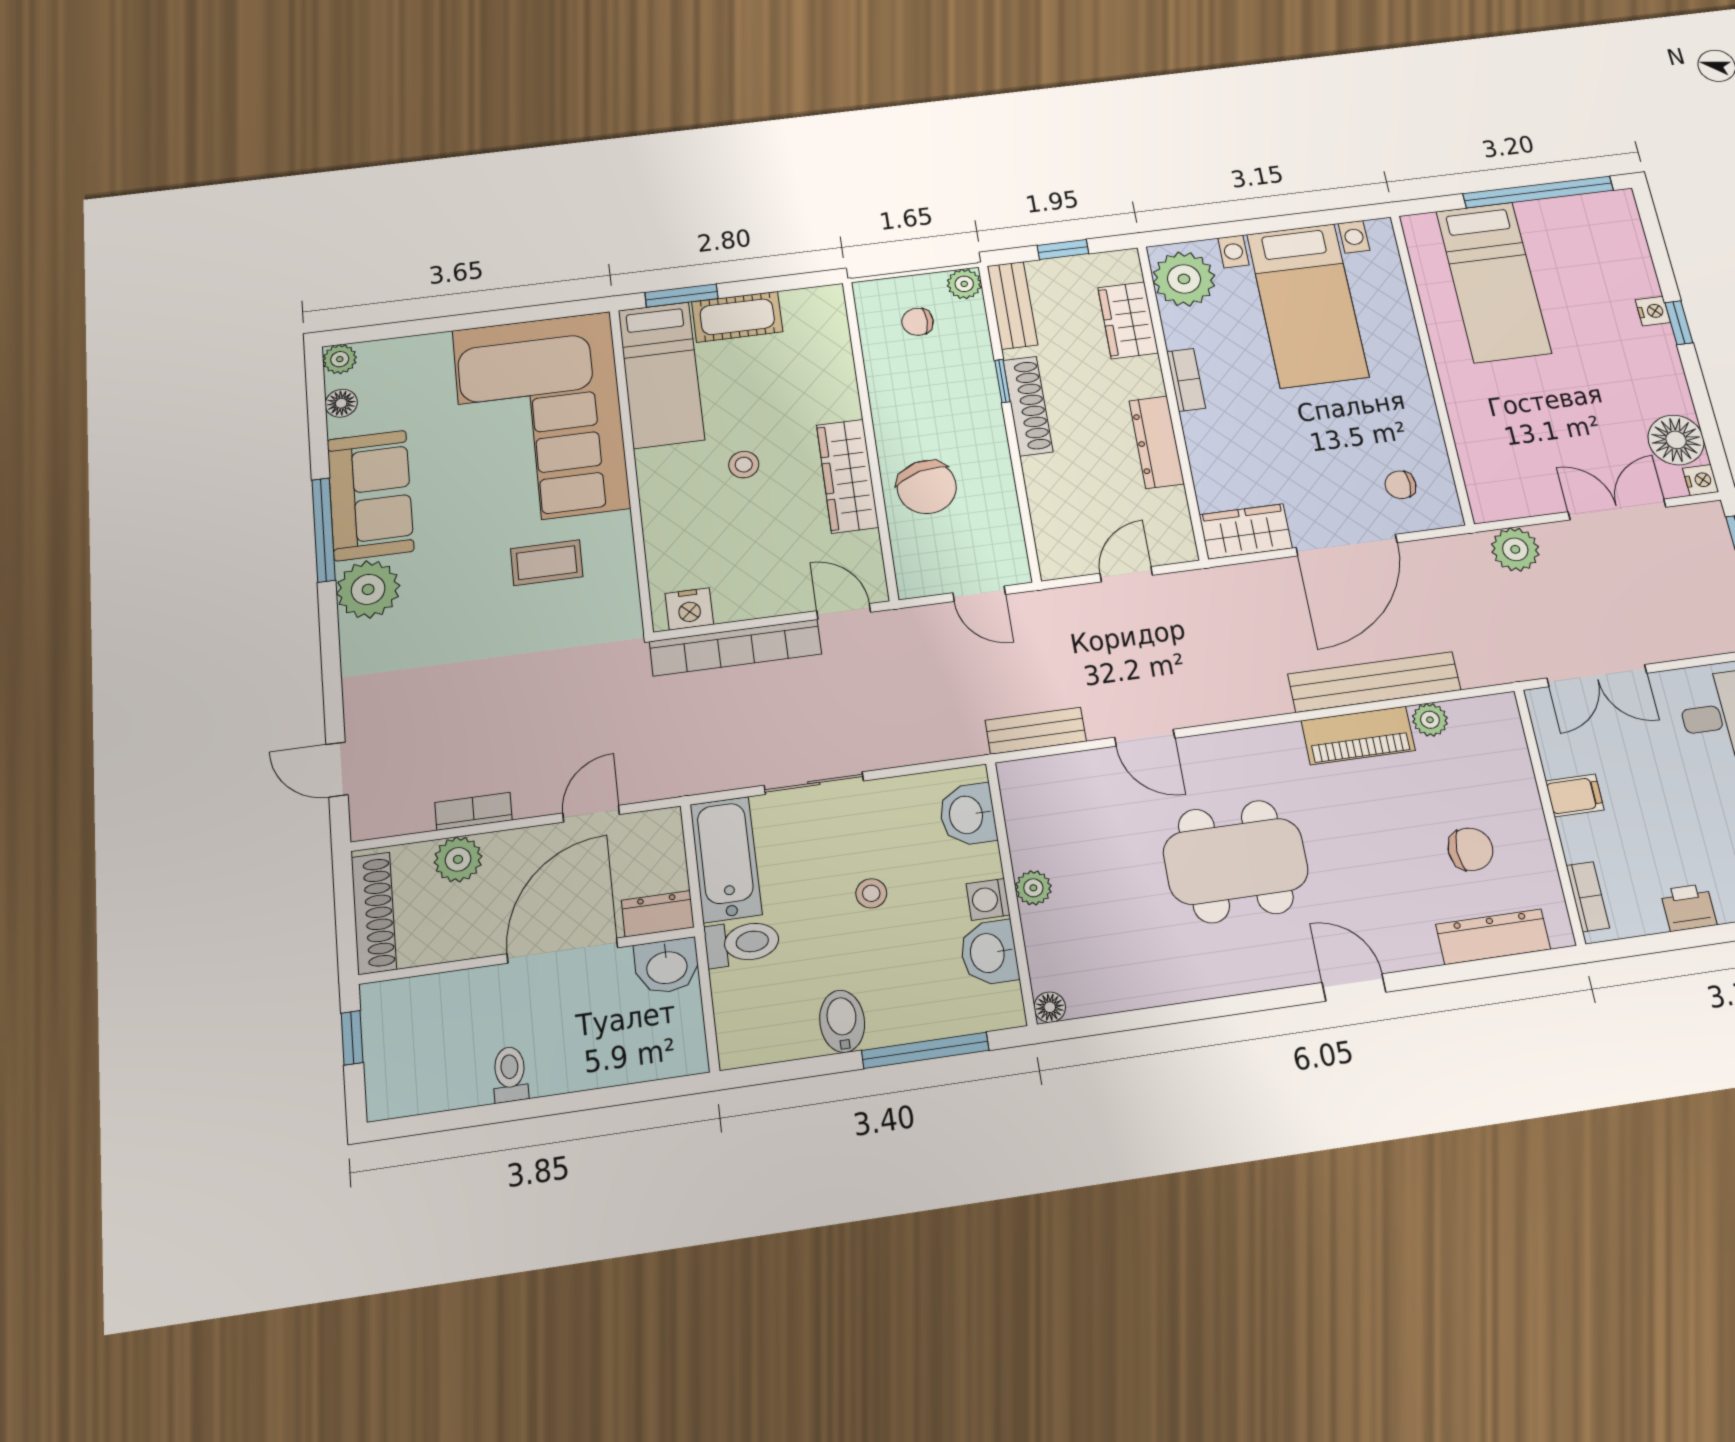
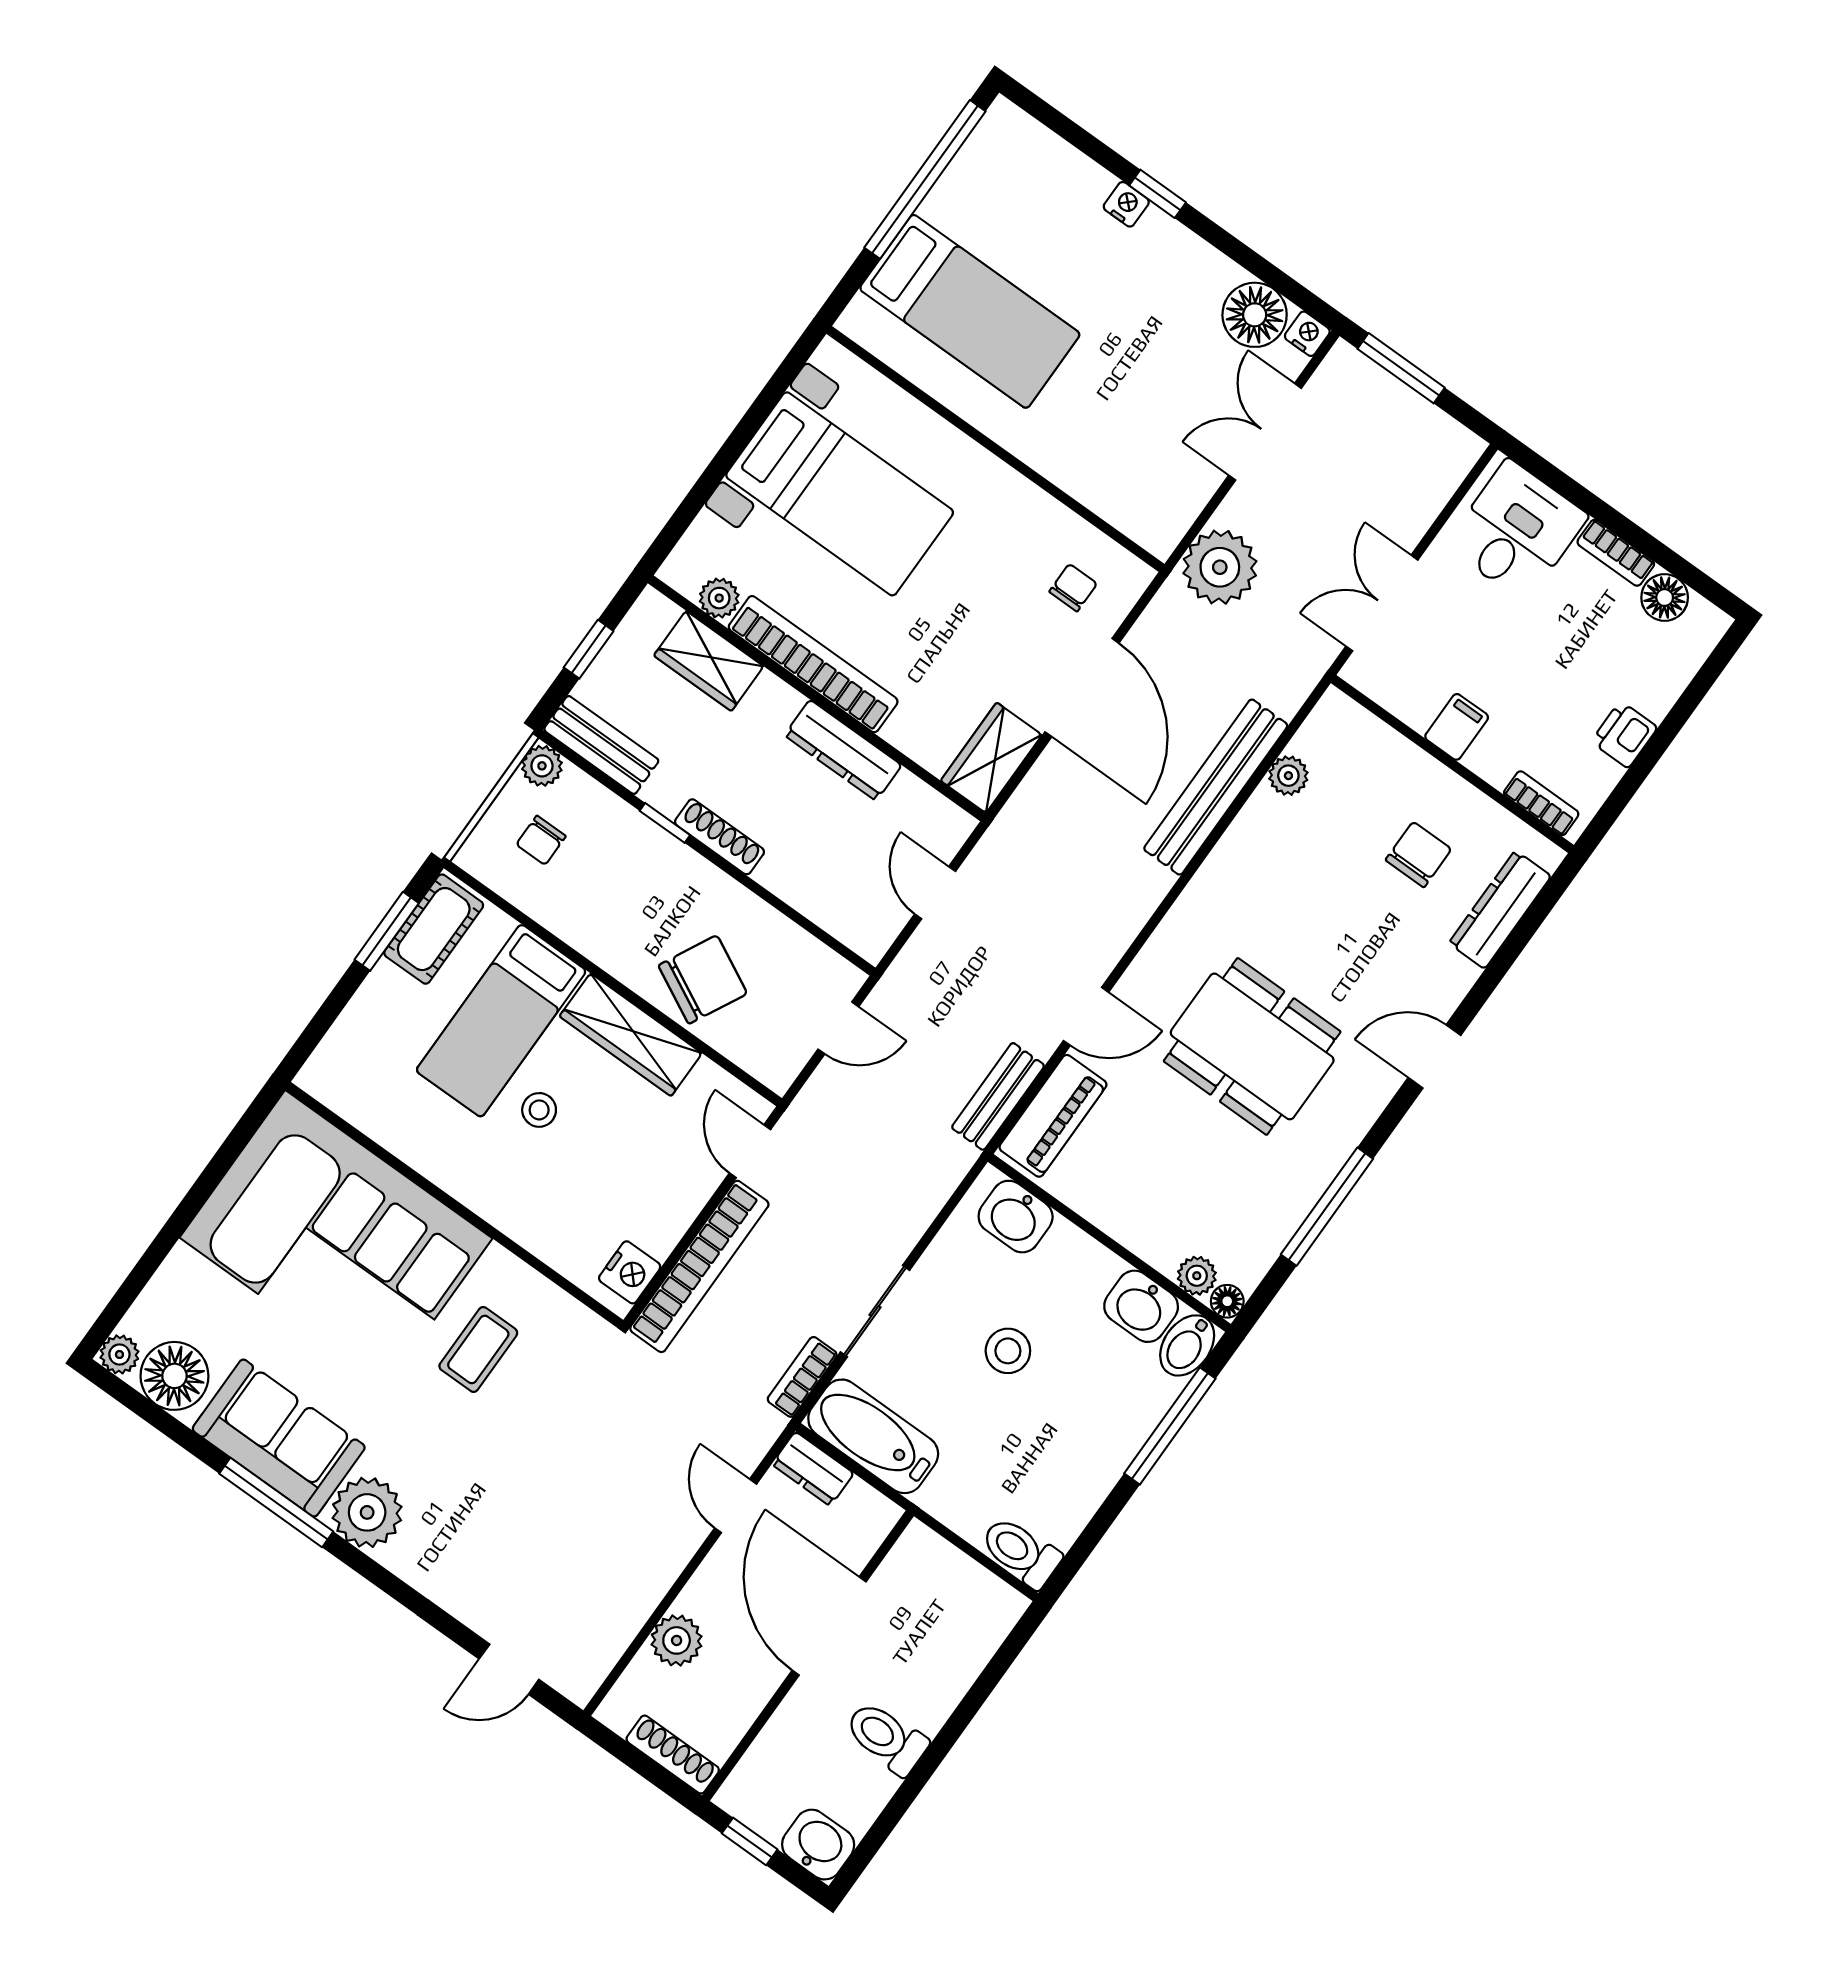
plant: (1184, 279) -> (719, 598), width x0.53, depth x0.53
window: (681, 296) -> (387, 931), moved
cot: (737, 317) -> (434, 929), moved
bed: (661, 375) -> (501, 1021), moved, turned 90
bookcase: (1186, 380) -> (813, 664), width x2.31, depth x1.31
floor lamp: (341, 403) -> (174, 1376), width x1.89, depth x1.89
shoe rack: (1028, 406) -> (719, 837), width x0.74, depth x0.81
chair: (1400, 485) -> (1073, 588), turned 180
chair: (927, 487) -> (703, 980), turned -48
plant: (1515, 549) -> (1220, 567), width x1.36, depth x1.36
door: (844, 611) -> (750, 1151), hinge flipped
double door: (1597, 676) -> (1382, 603), swing flipped
piano: (1358, 736) -> (1053, 1116), moved
bookcase: (473, 811) -> (802, 1377), moved
dining table: (1236, 861) -> (1252, 1046), turned 90
plant: (1033, 888) -> (1197, 1276), moved
stool: (871, 893) -> (1008, 1351), width x1.37, depth x1.37
washing machine: (988, 899) -> (1099, 1266), removed
shoe rack: (374, 913) -> (673, 1754), width x0.74, depth x0.81
dresser: (658, 914) -> (813, 1469), moved, turned -90
toilet: (742, 943) -> (1021, 1552), moved, turned -90
washbasin: (667, 966) -> (818, 1845), moved, turned -90
window: (1181, 1013) -> (1327, 1207), added
bidet: (842, 1021) -> (1187, 1345), moved, turned -90
toilet: (510, 1074) -> (886, 1738), width x1.37, depth x1.39

